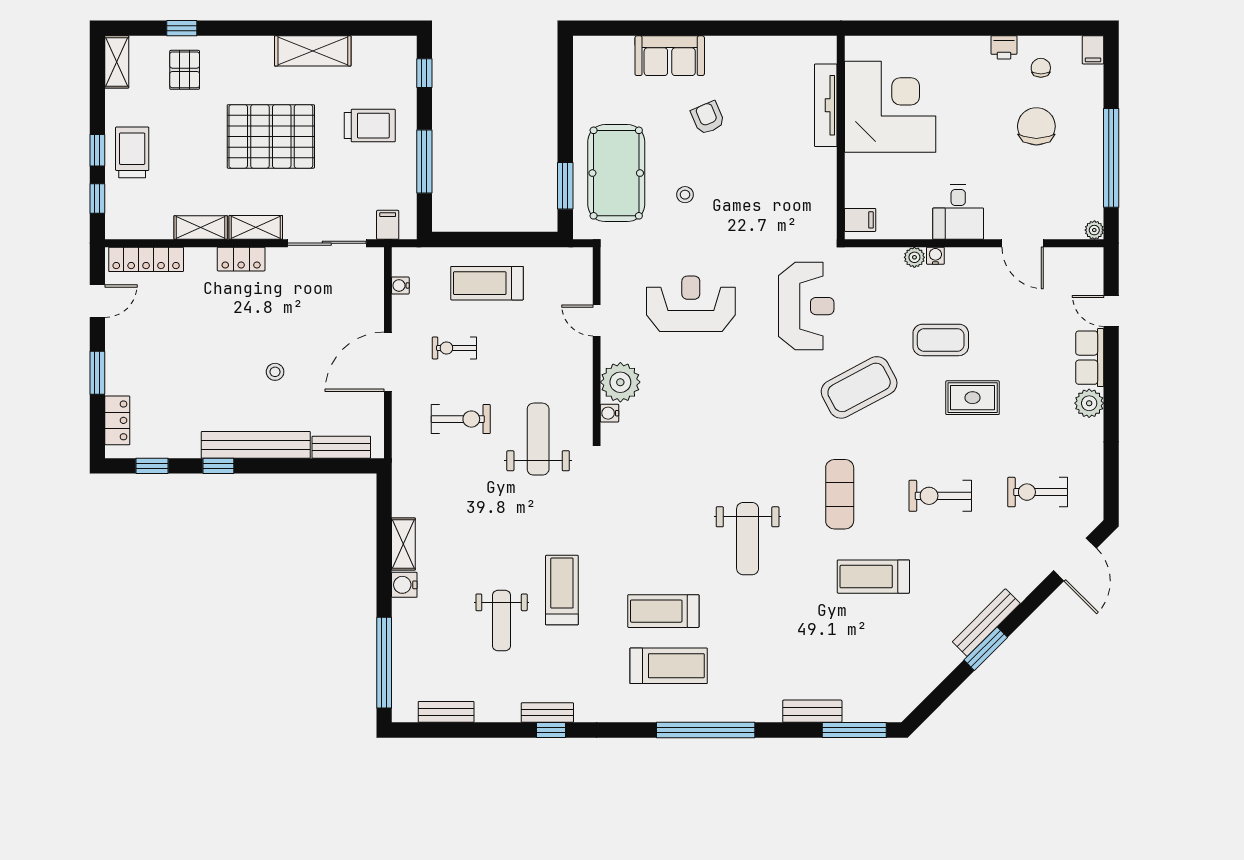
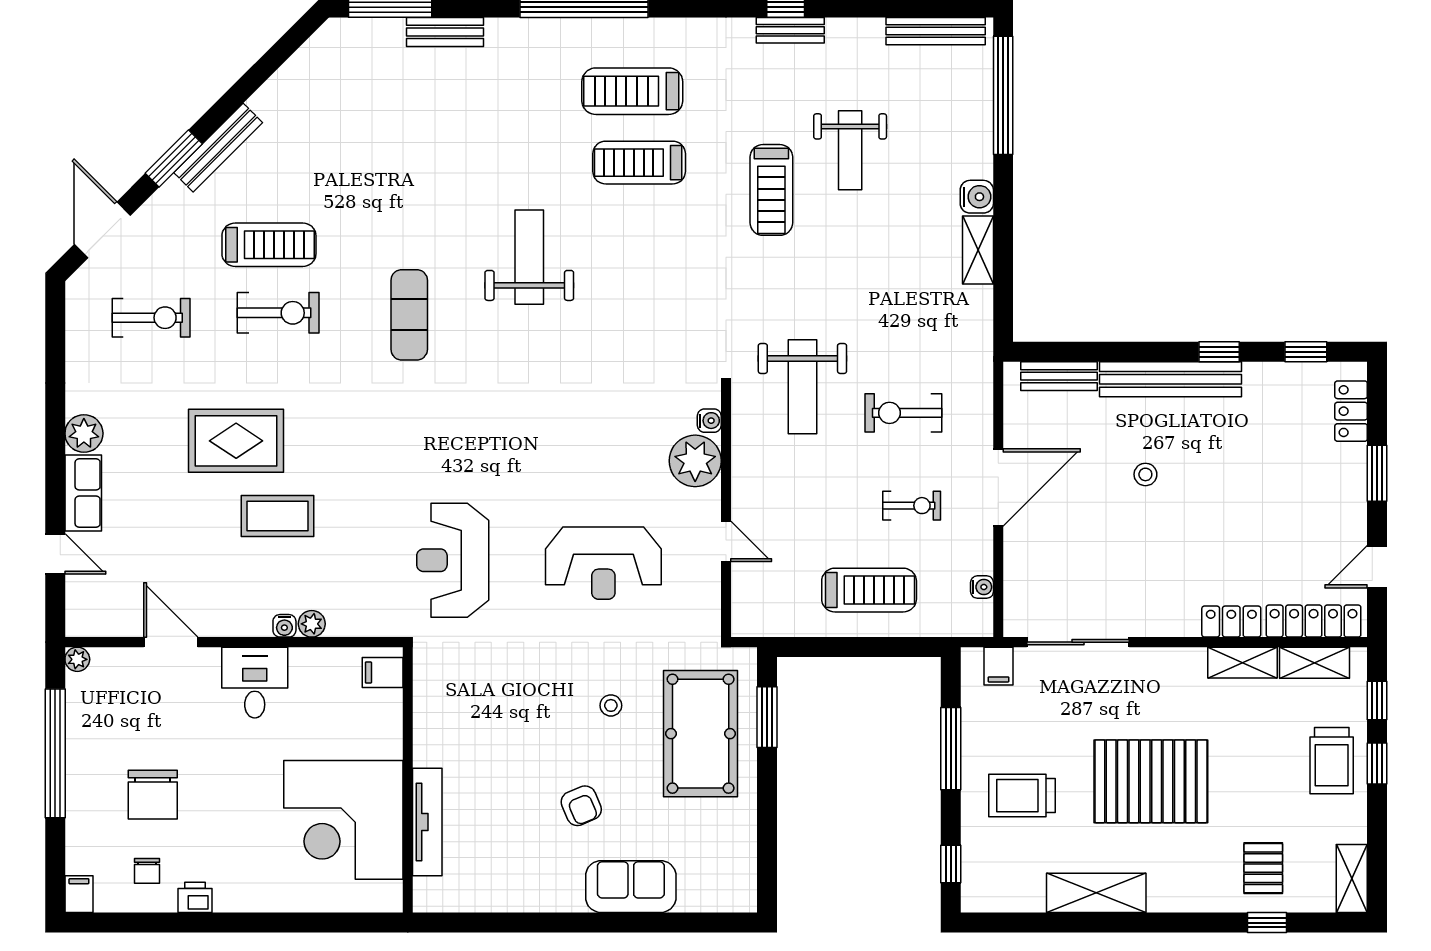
shelving: (256, 227) -> (1315, 663), moved
locker: (241, 259) -> (1231, 622), moved
coffee table: (859, 387) -> (384, 454), removed
rug: (973, 398) -> (236, 441), width x1.36, depth x1.43
treadmill: (873, 577) -> (269, 245), moved
treadmill: (663, 611) -> (639, 163), turned 180
weight bench: (502, 621) -> (850, 150), turned 180
window: (986, 649) -> (174, 158), moved
bench: (446, 712) -> (936, 31), width x1.36

